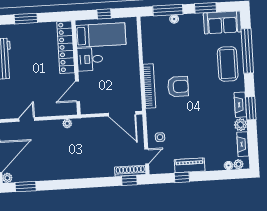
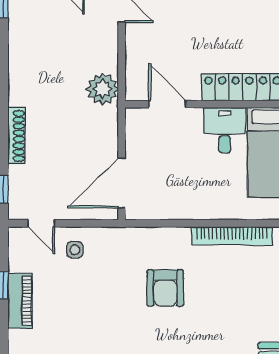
bookcase: (149, 86) -> (232, 236), moved
plant: (67, 123) -> (103, 89), width x1.87, depth x1.87
shoe rack: (130, 171) -> (17, 136), moved

